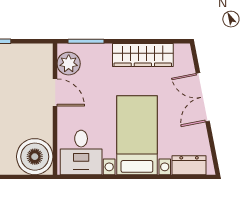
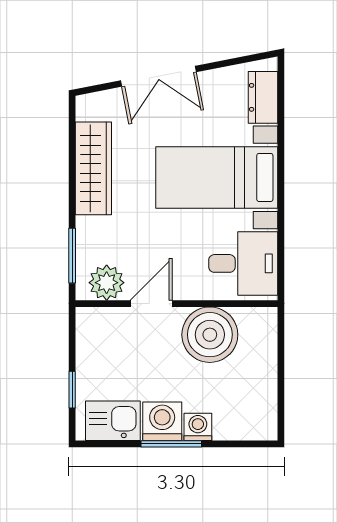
boiler: (35, 157) -> (210, 335), moved

